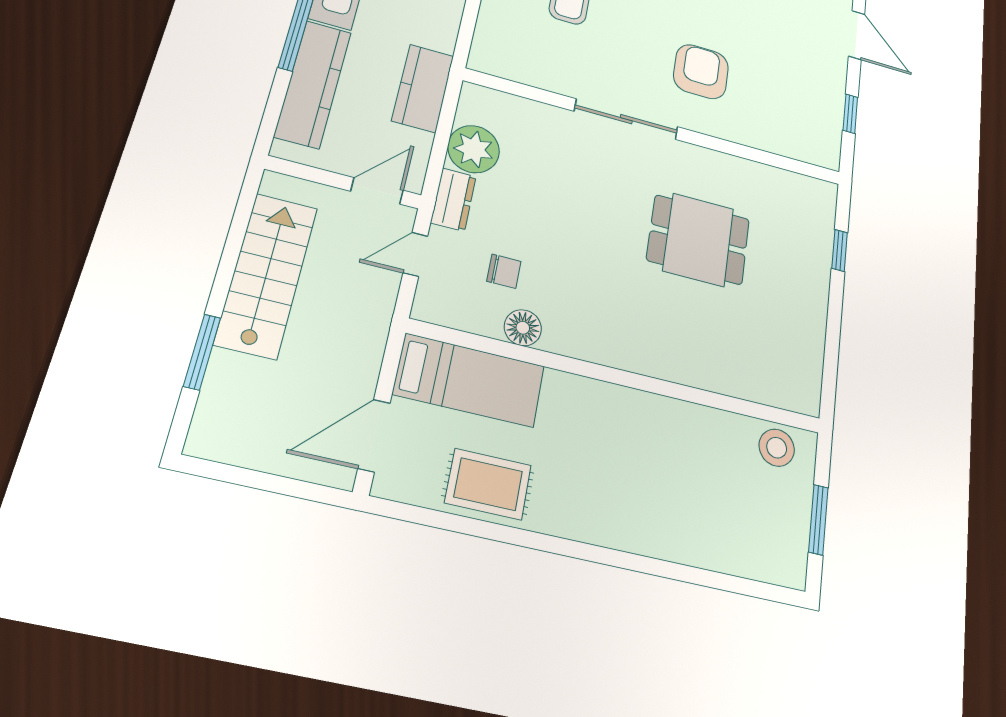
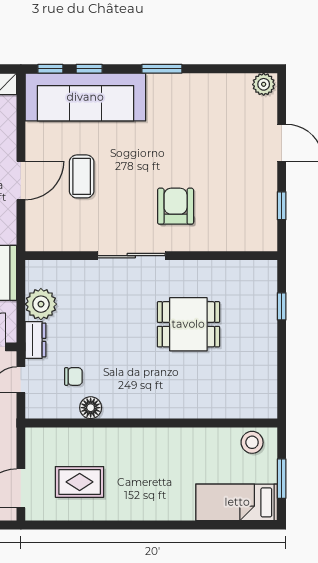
bed: (469, 380) -> (237, 502), moved, turned 180
rug: (488, 484) -> (80, 482), moved

